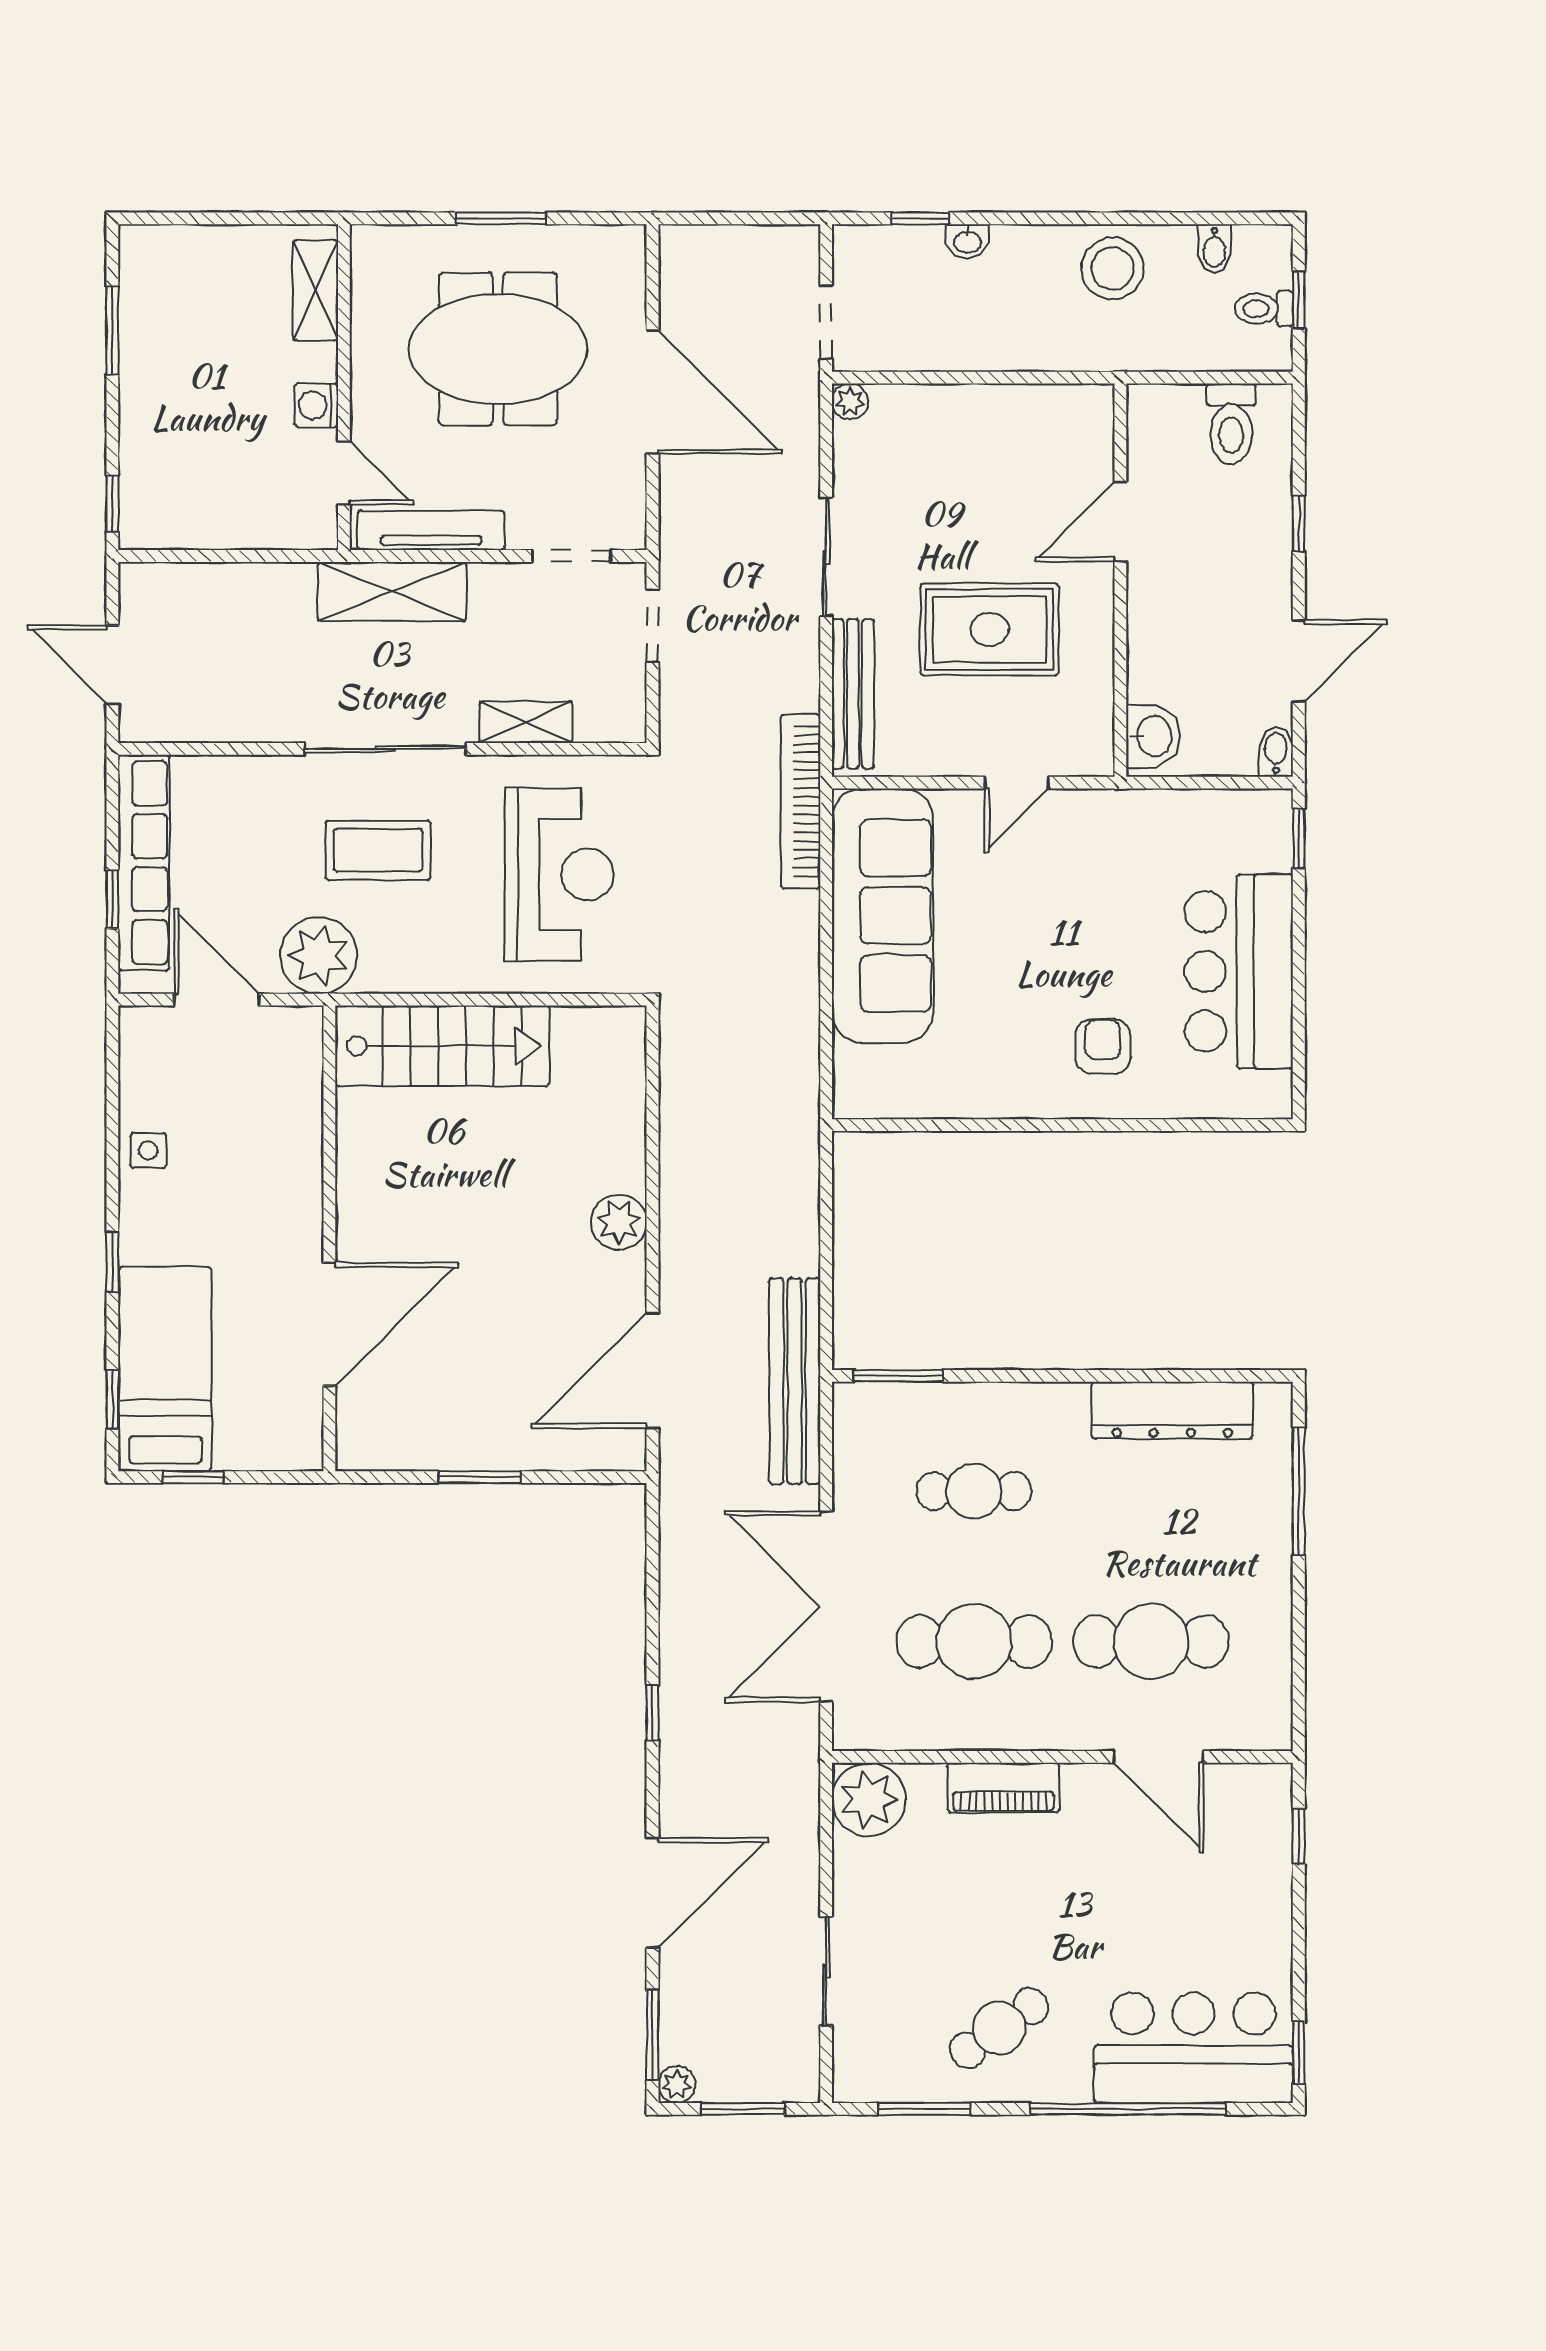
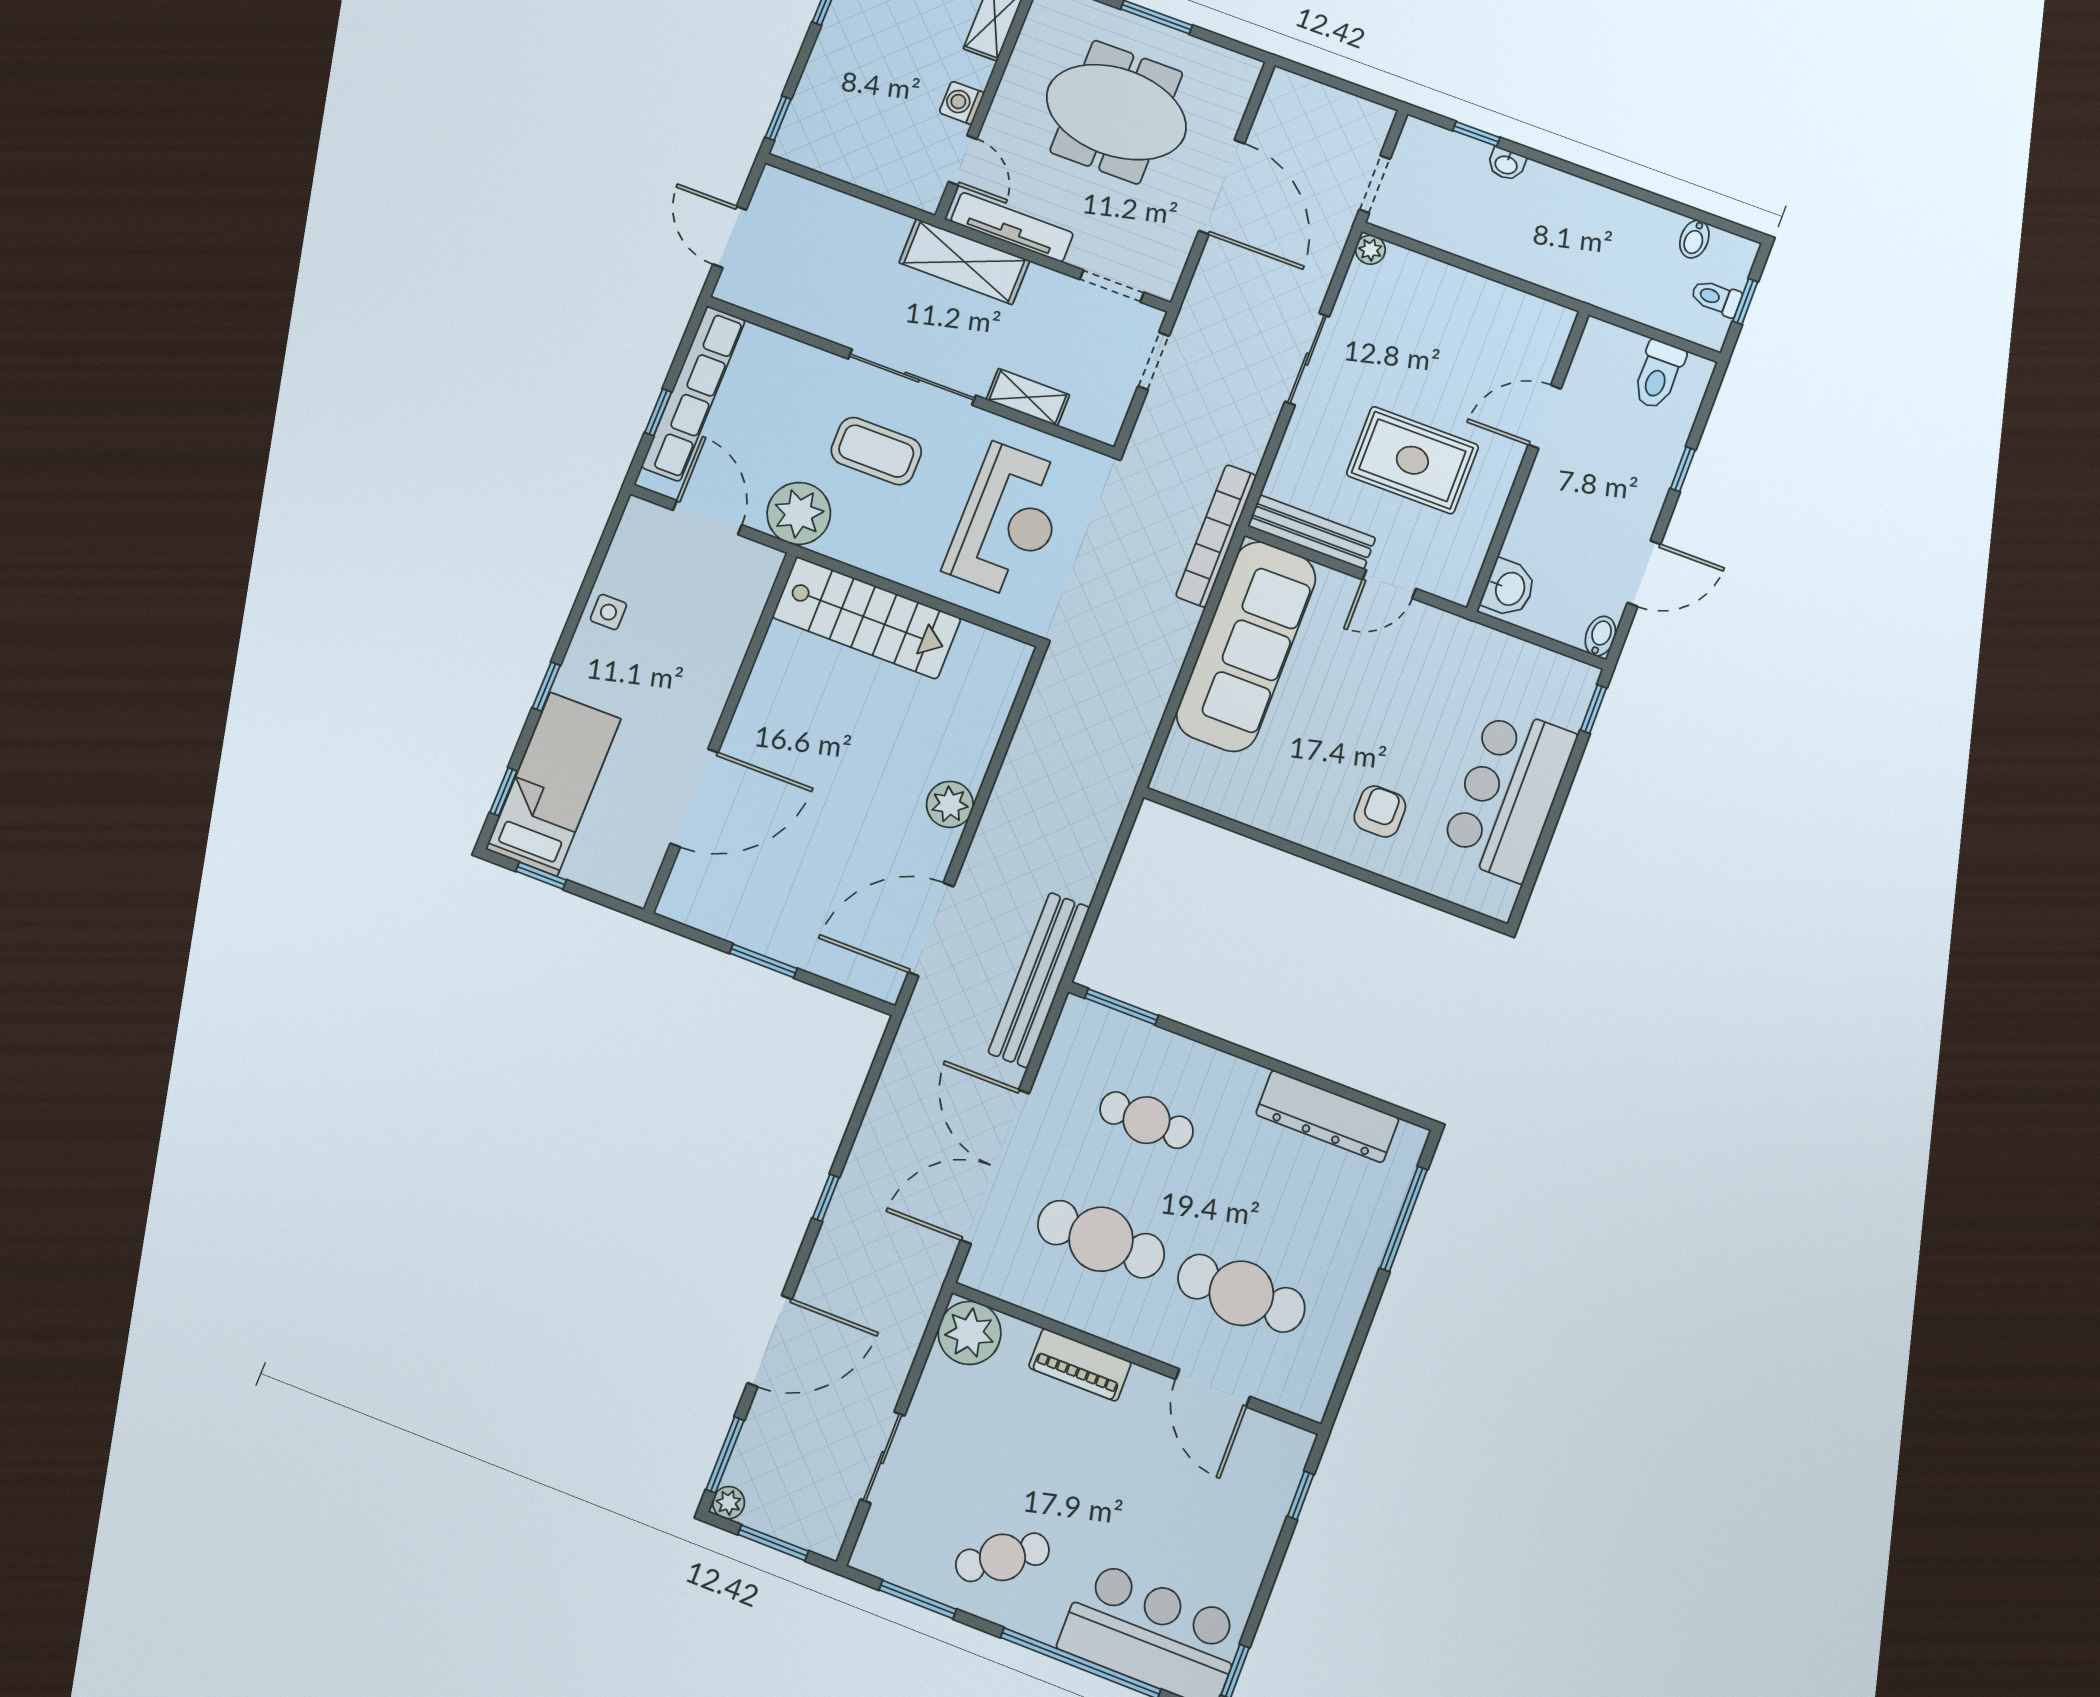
stool: (1113, 268) -> (1610, 225), removed
bench: (853, 694) -> (1312, 532), moved, turned 90

